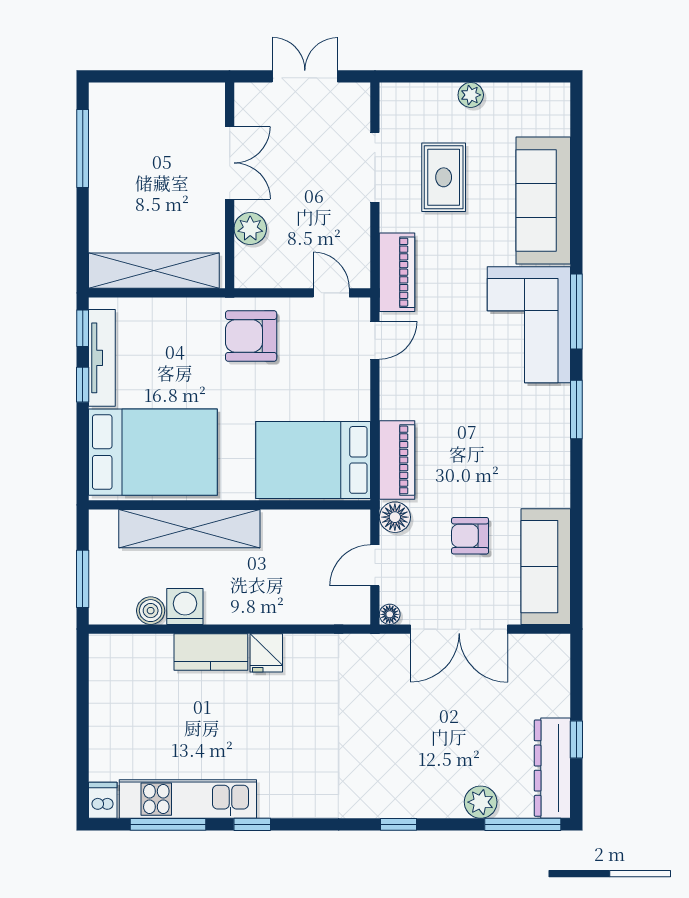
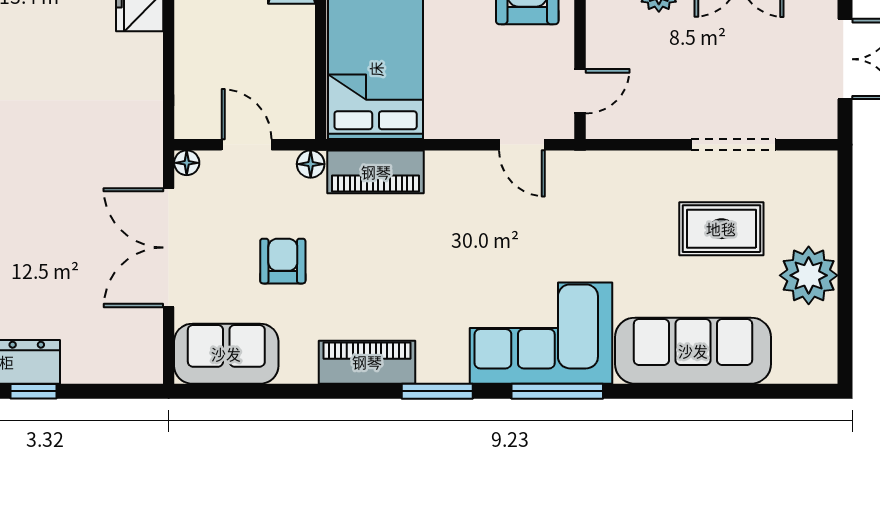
plant: (471, 95) -> (809, 275), width x1.87, depth x1.87
piano: (397, 272) -> (367, 362), moved, turned 180
floor lamp: (395, 517) -> (311, 164), width x0.73, depth x0.73
sofa: (546, 567) -> (226, 354), width x0.73

